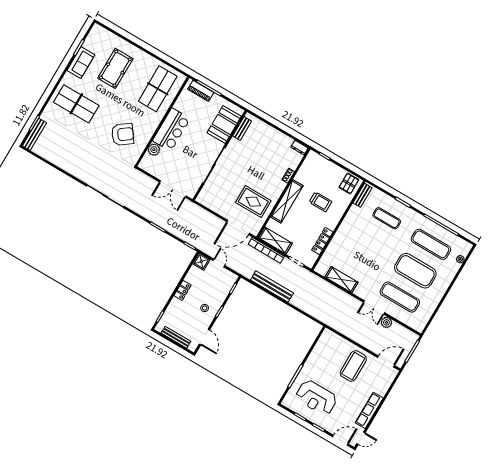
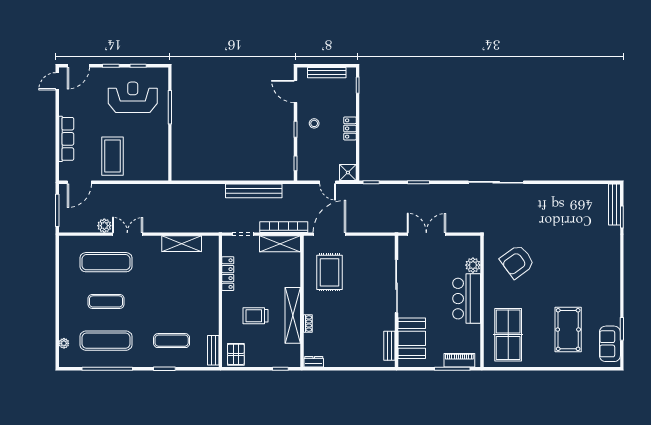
sofa: (81, 63) -> (610, 344), moved
table tennis table: (76, 104) -> (588, 265), removed
shelving: (287, 201) -> (293, 315), moved
rug: (253, 202) -> (330, 272), turned 90
exercise mat: (415, 271) -> (106, 301), width x0.50, depth x0.69
row of seats: (369, 410) -> (66, 139), moved

